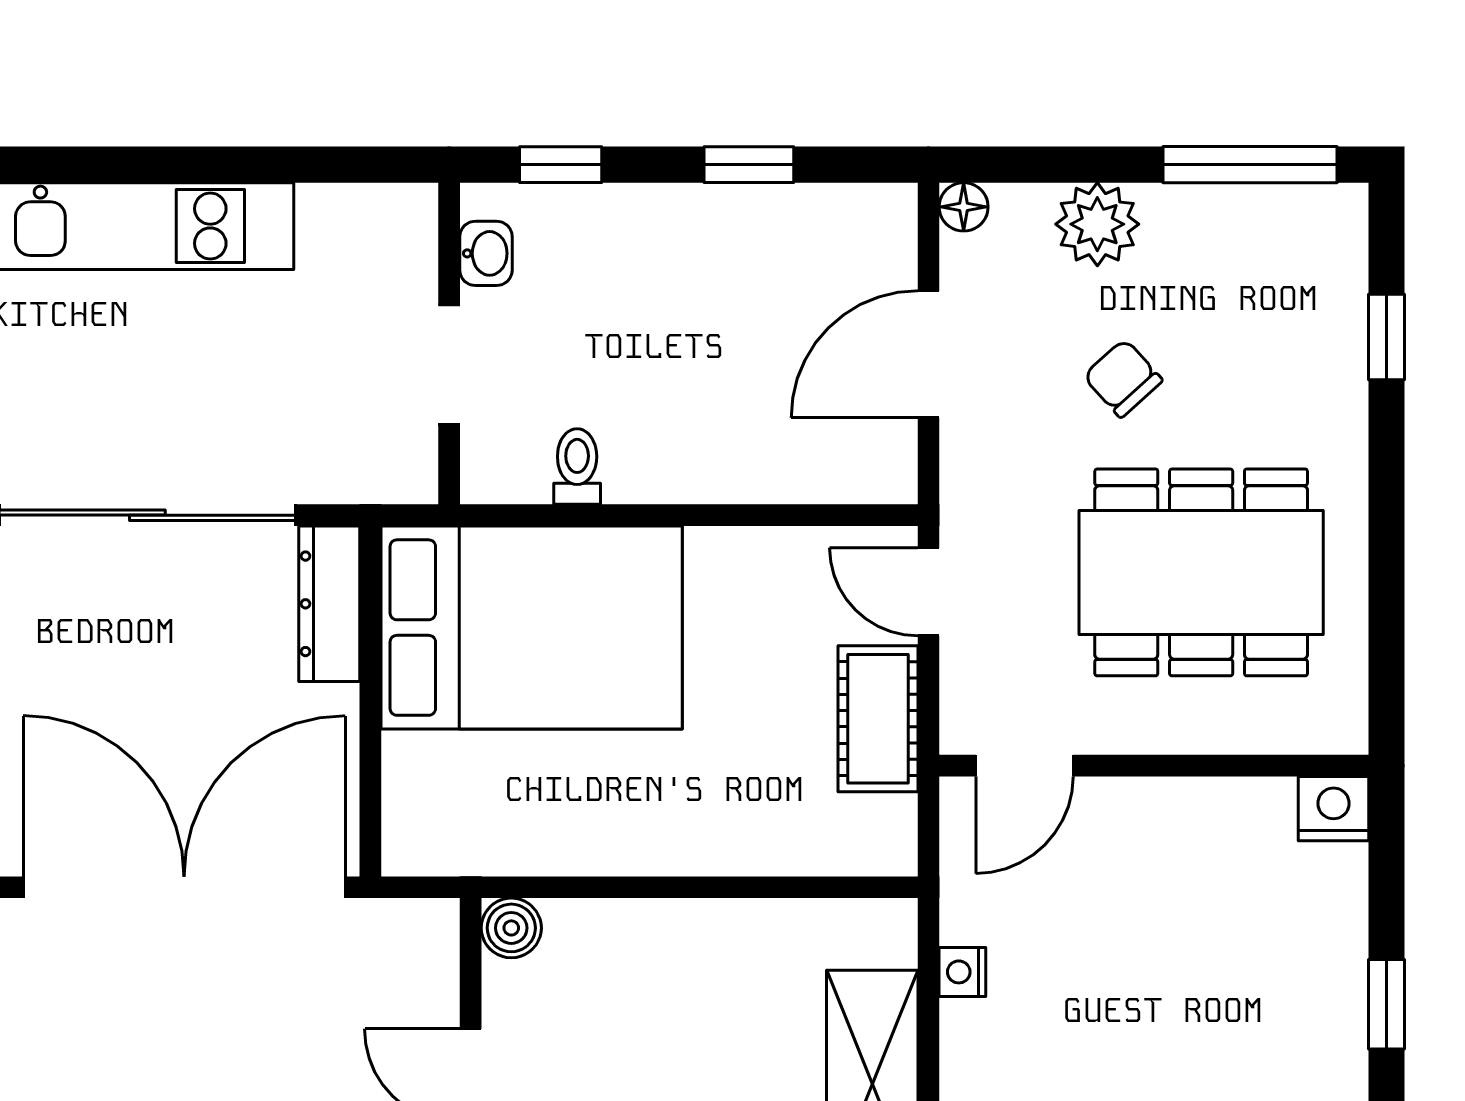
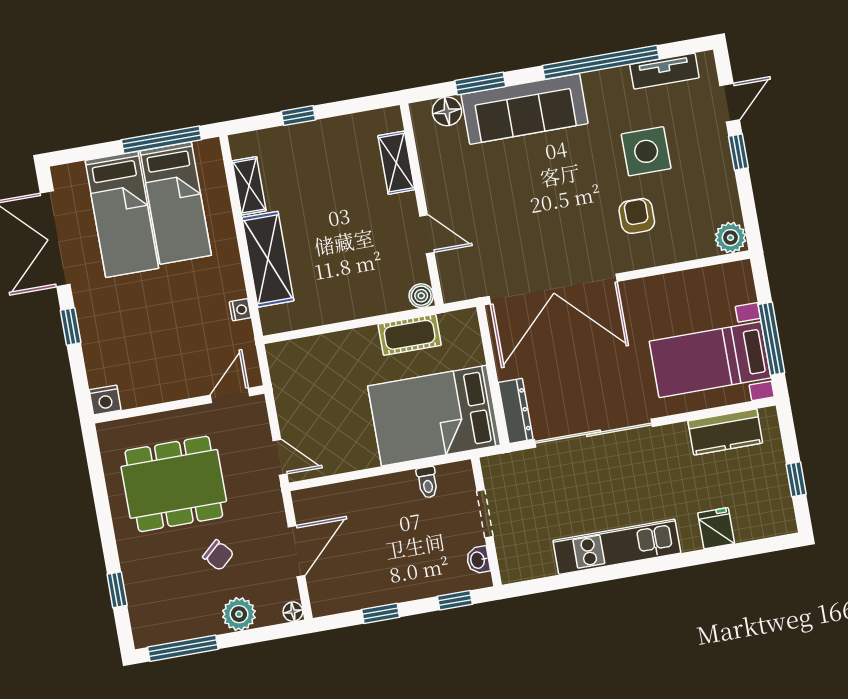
cot: (878, 719) -> (410, 335), moved, turned 90

